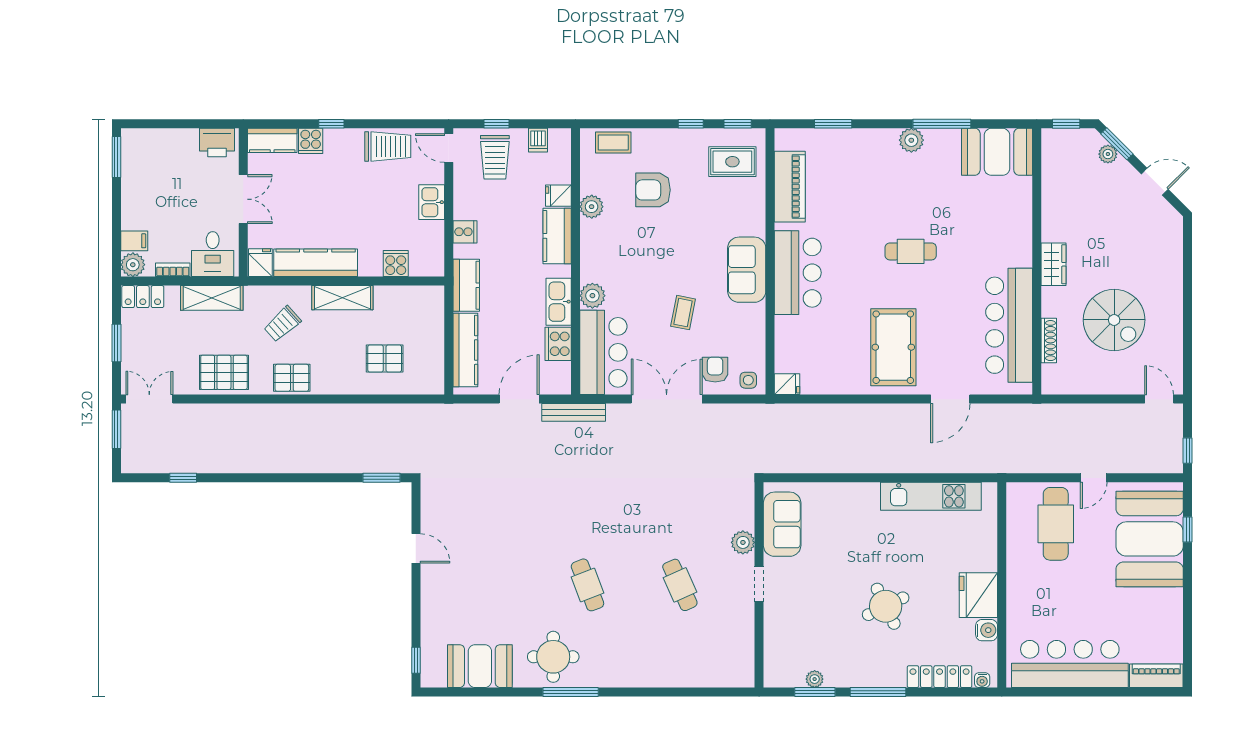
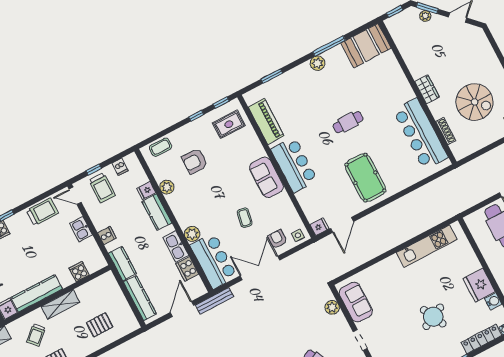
door: (950, 399) -> (342, 225), moved
plant: (743, 542) -> (332, 307), moved

